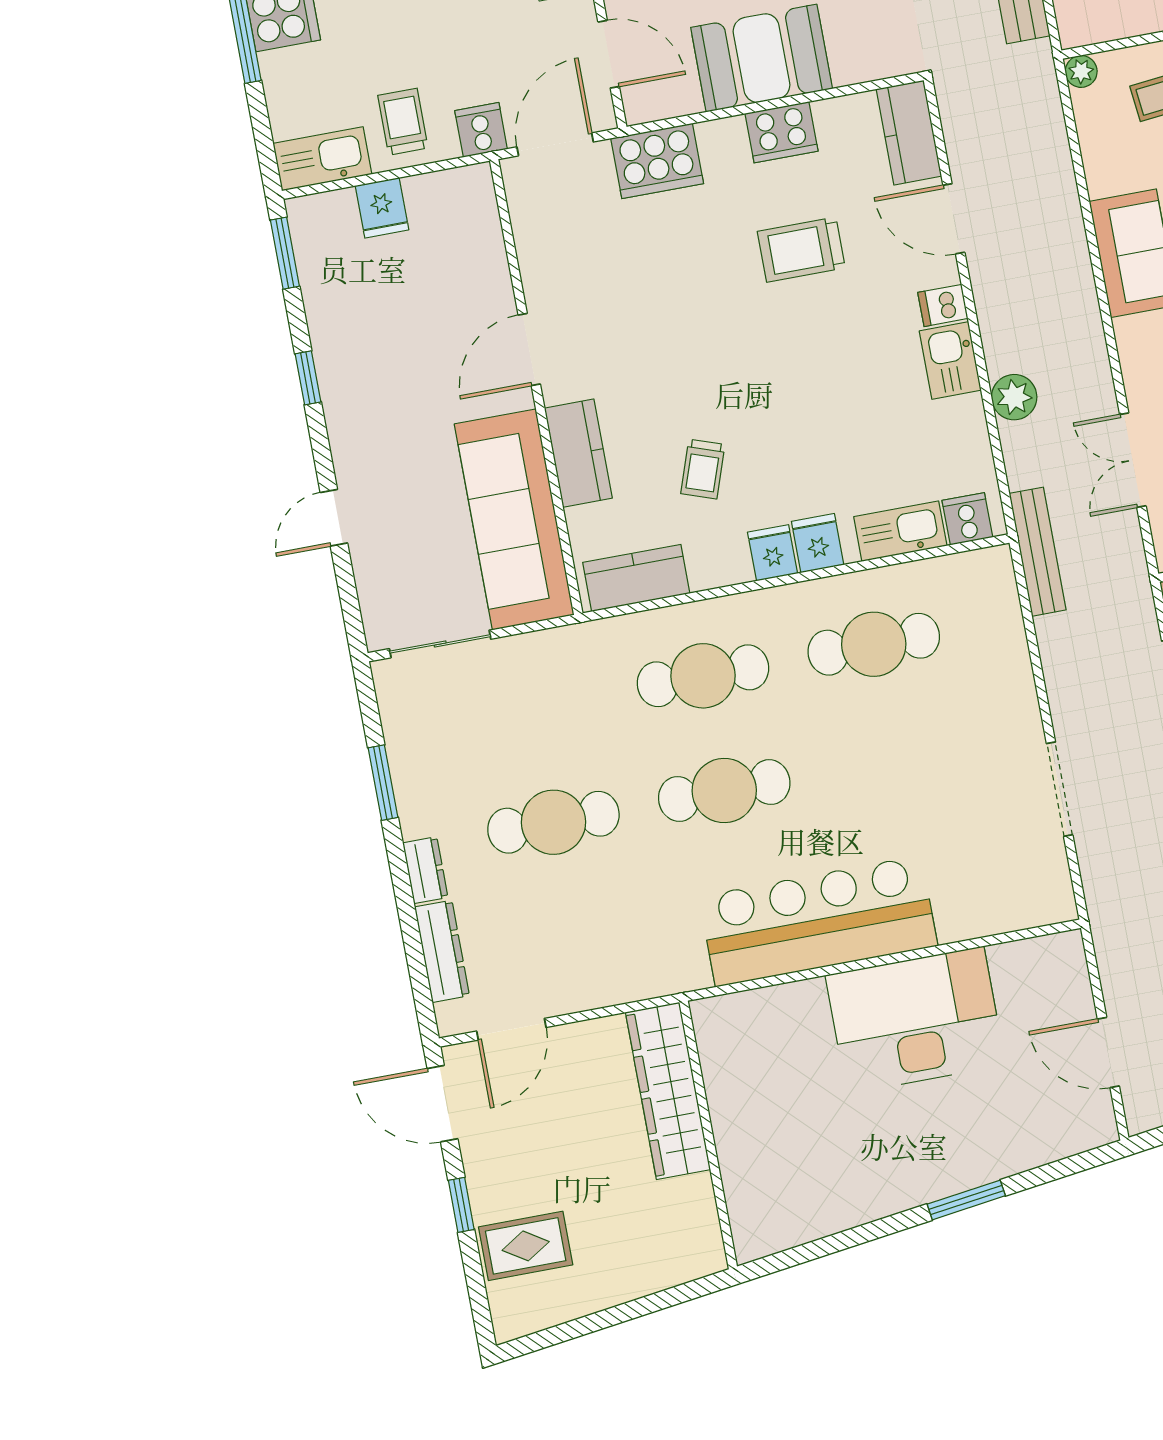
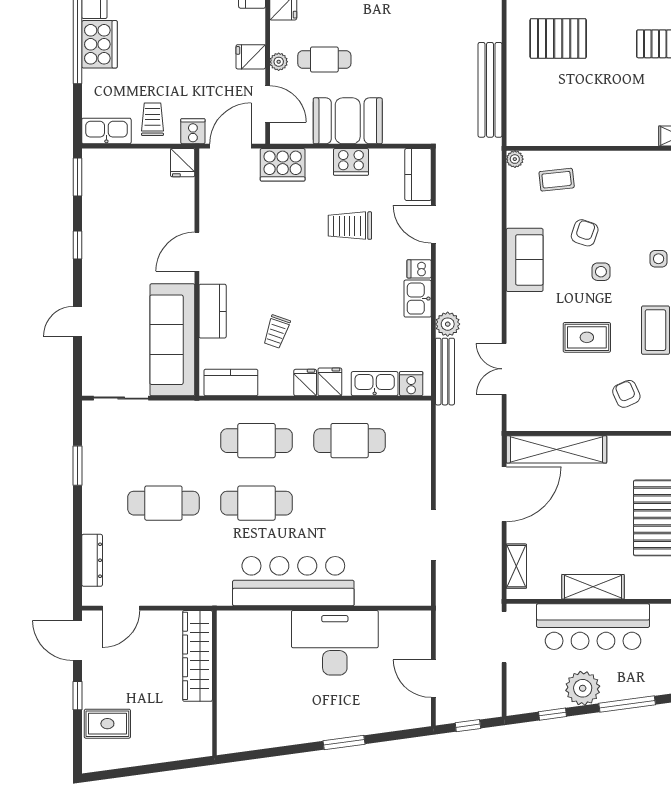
fridge: (382, 208) -> (183, 163), moved
bench: (1038, 552) -> (445, 372), moved
dresser: (425, 870) -> (91, 516), removed

